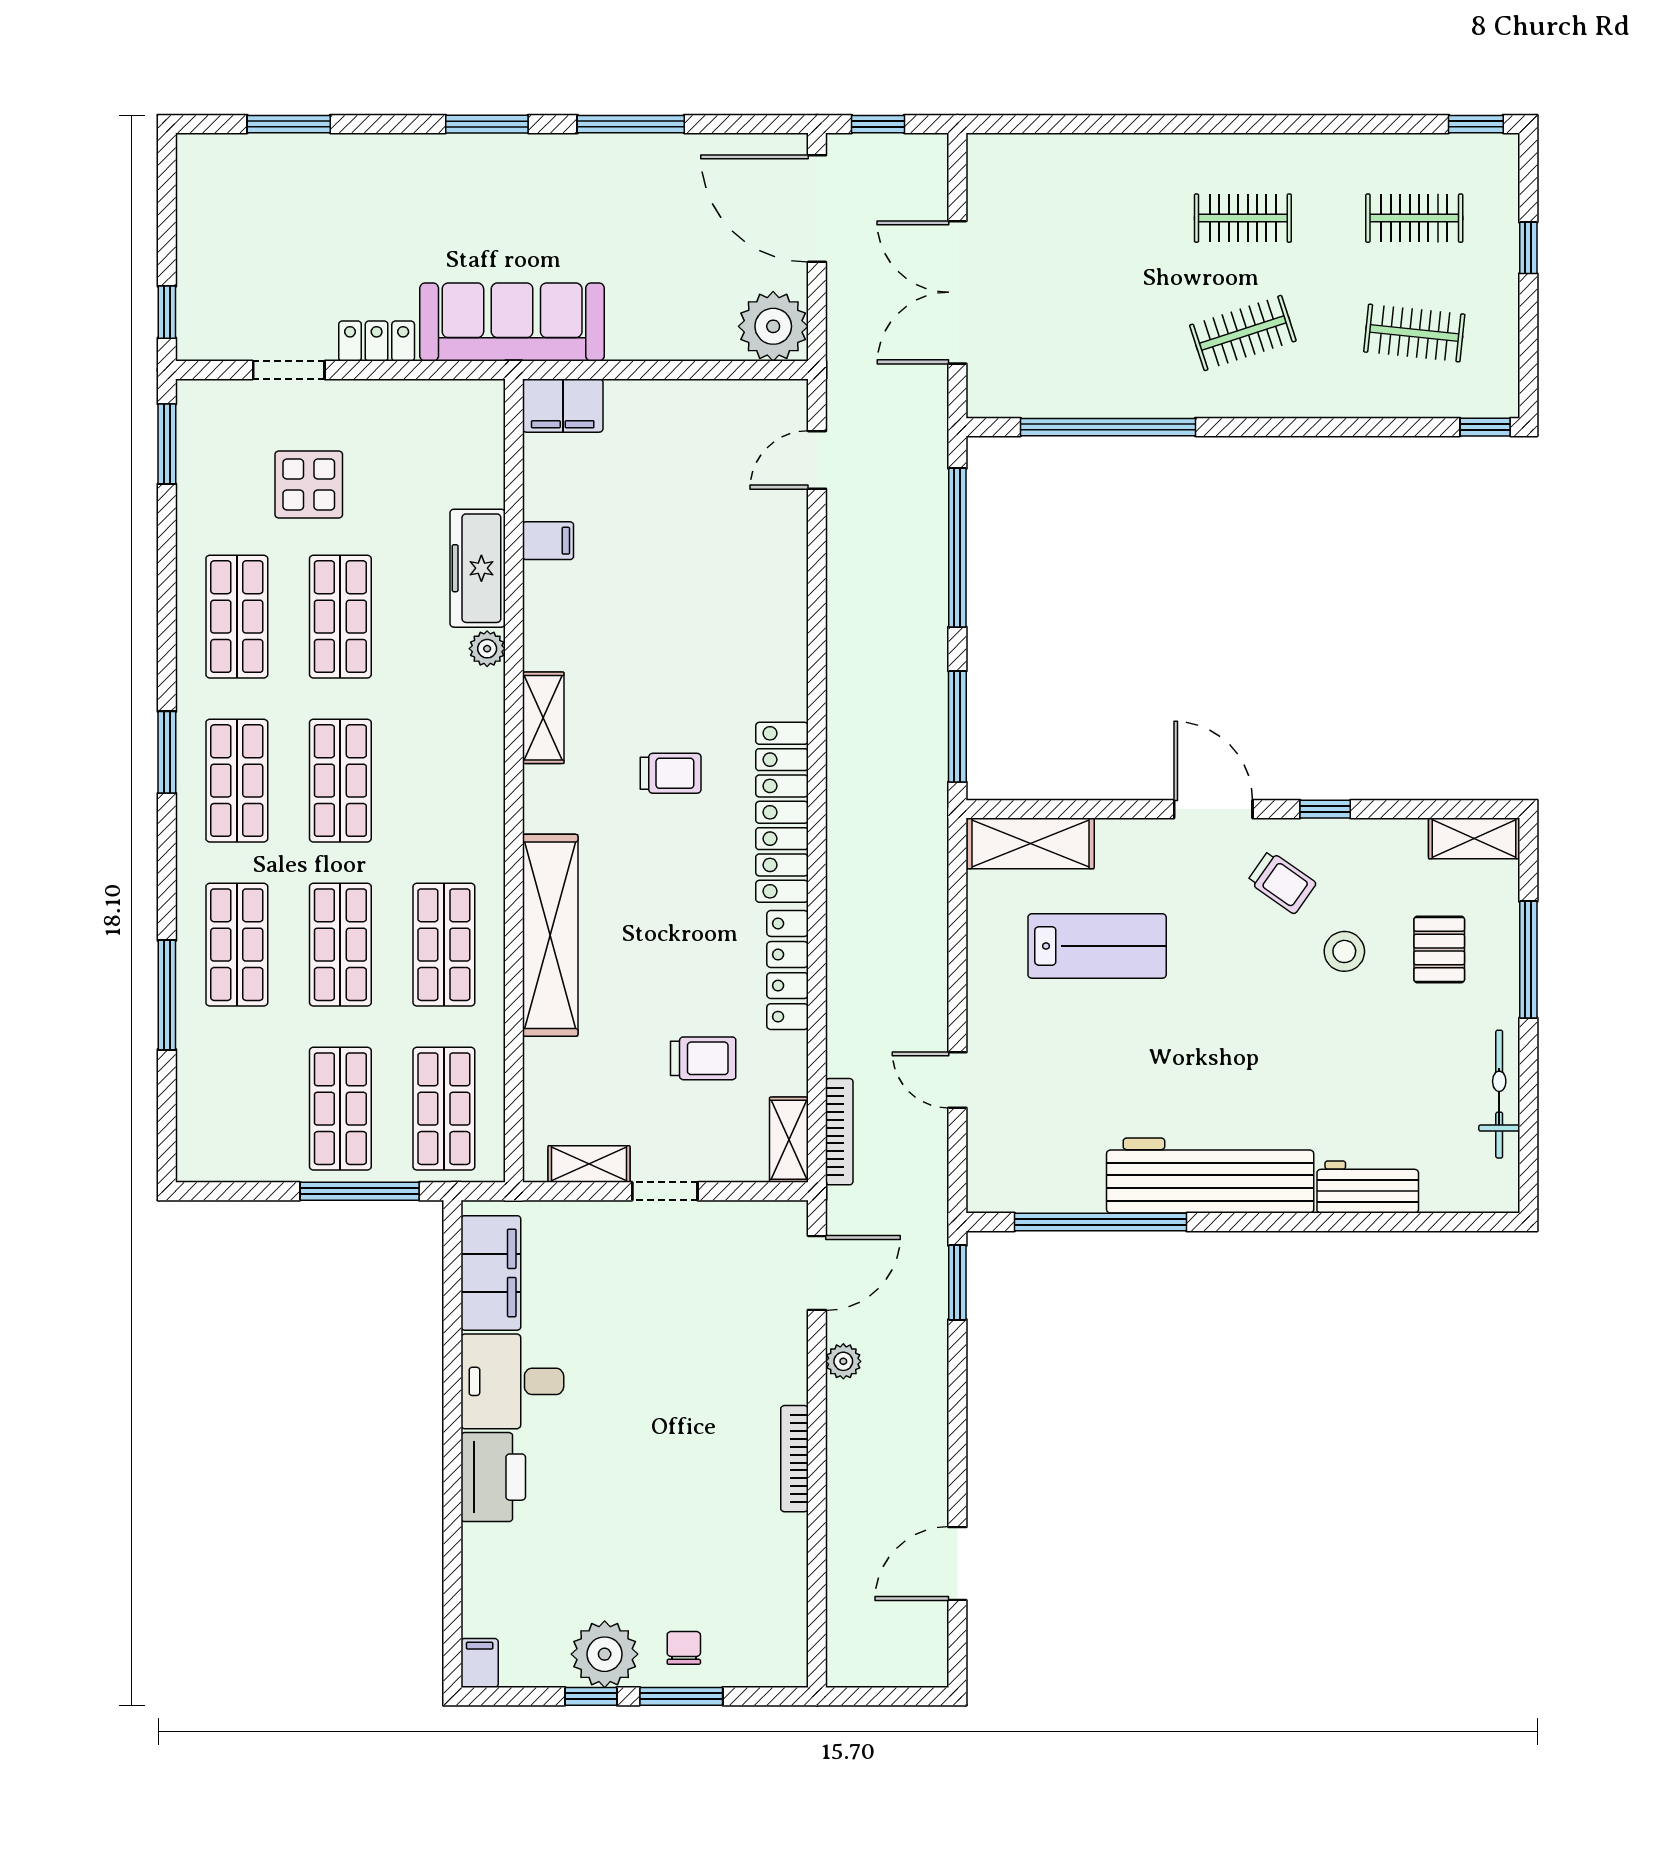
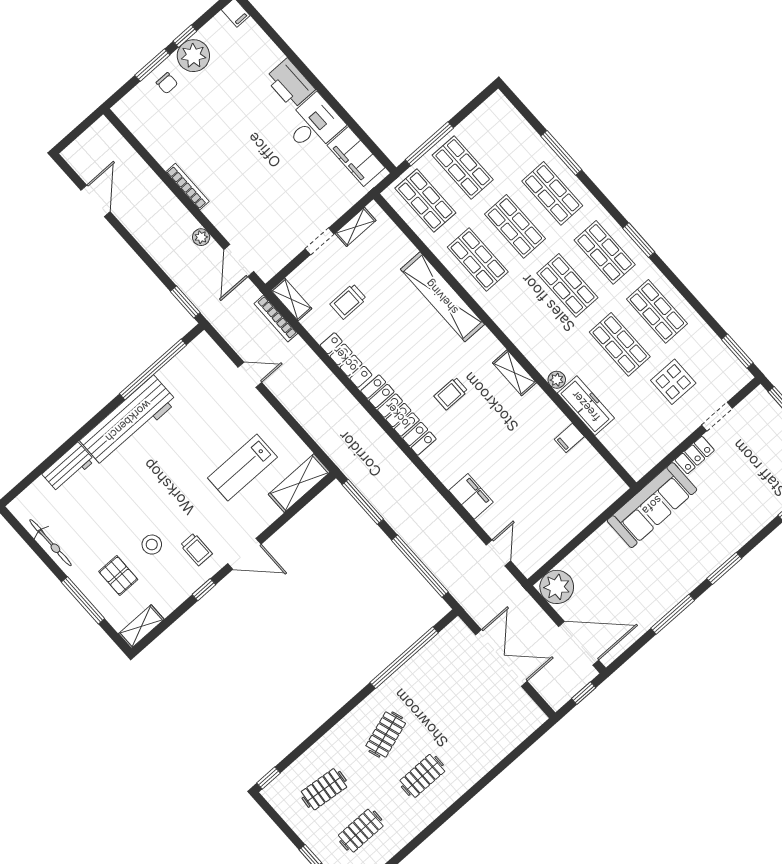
filing cabinet: (563, 406) -> (471, 496), moved, turned 90
trolley: (1282, 882) -> (196, 549), turned -125

